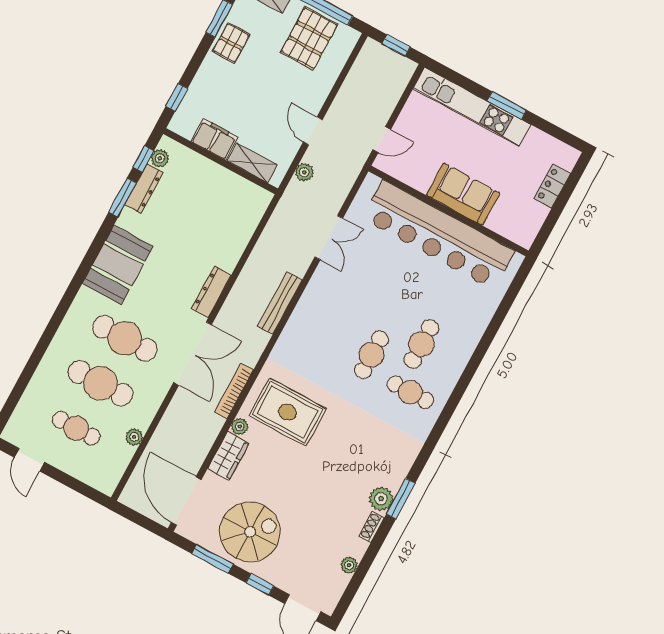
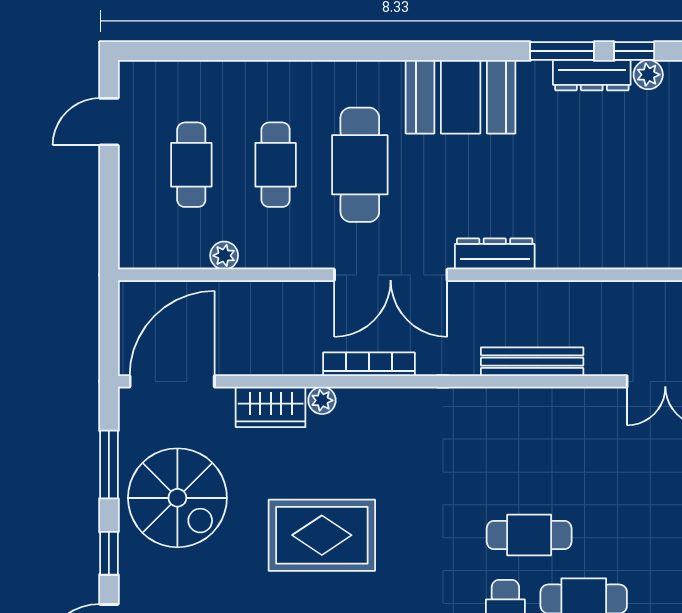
cafe table: (100, 383) -> (276, 165), width x0.73, depth x0.74
rug: (287, 412) -> (322, 535), moved, turned 90

